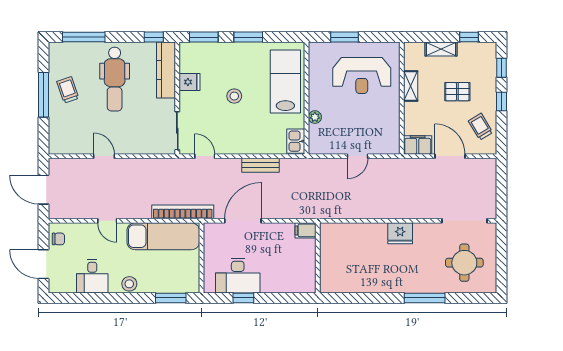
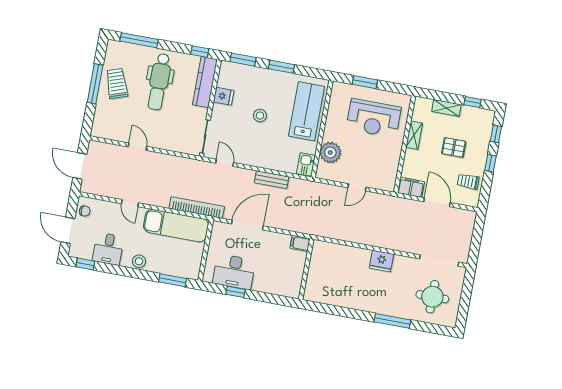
trolley: (68, 90) -> (117, 83), width x1.36, depth x1.39
plant: (315, 117) -> (330, 152), width x1.88, depth x1.88
trolley: (481, 127) -> (468, 182), turned -59
window: (70, 298) -> (85, 264), added

